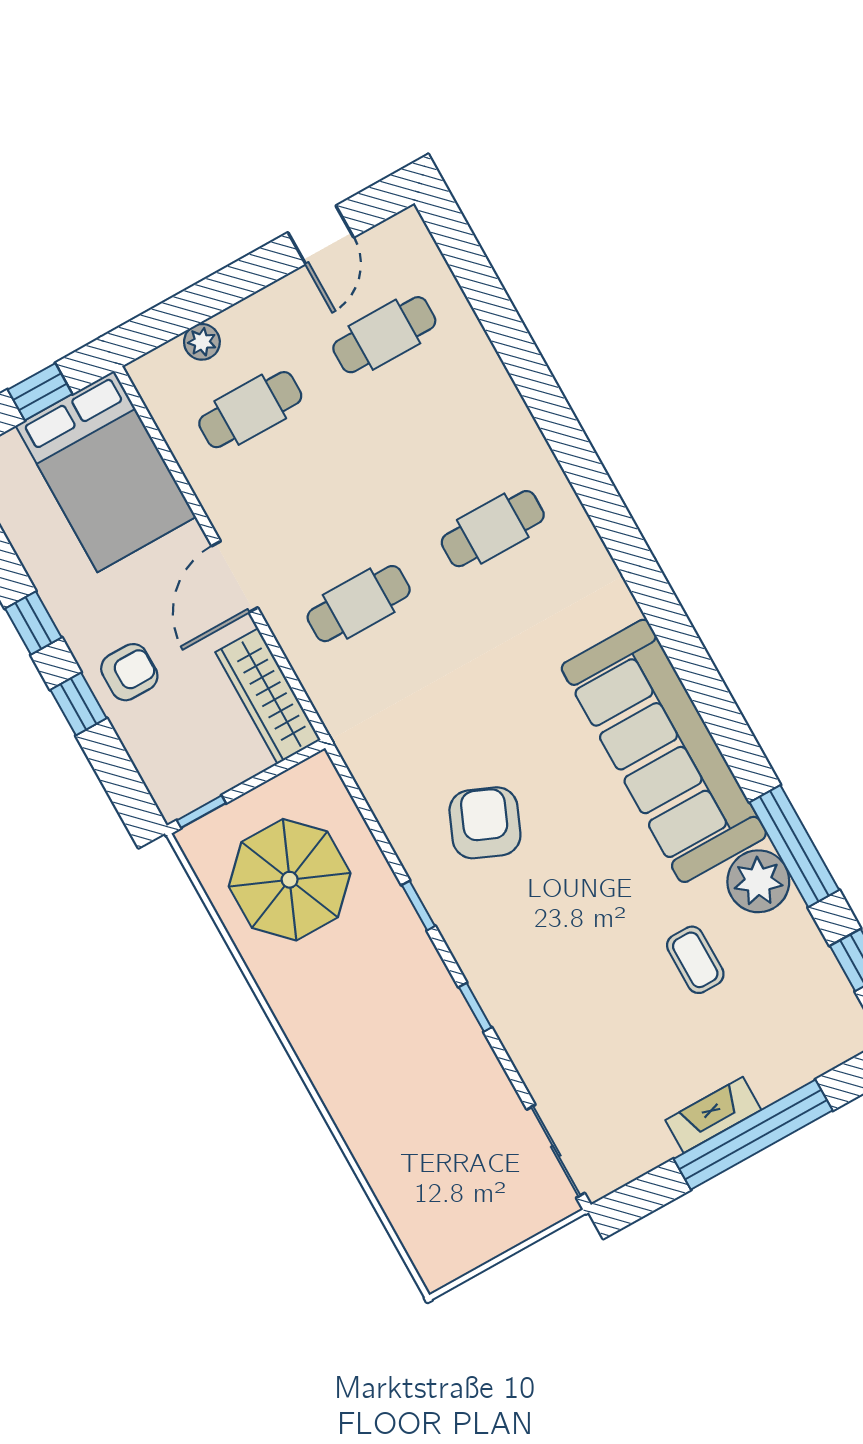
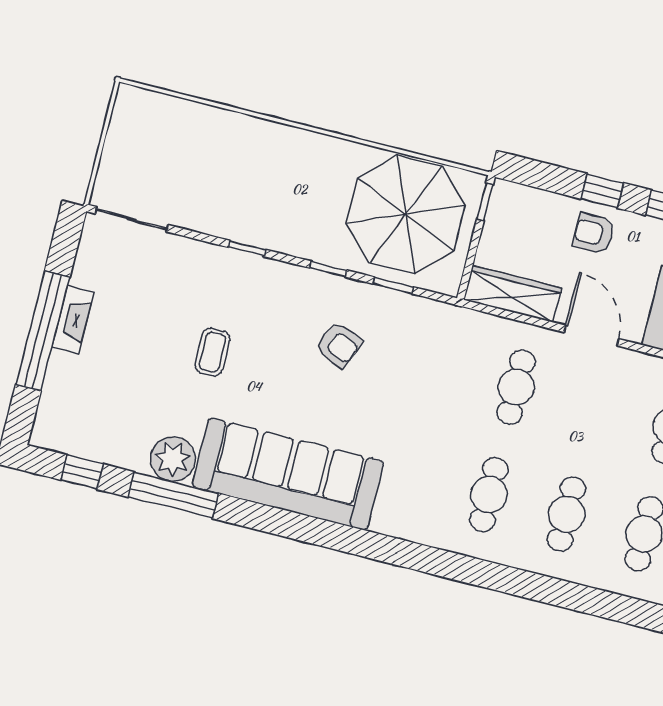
cafe table: (439, 432) -> (567, 514), added
armchair: (129, 672) -> (594, 233), turned 90
armchair: (485, 823) -> (339, 345), width x0.72, depth x0.72
window: (373, 824) -> (393, 285), added
parasol: (290, 880) -> (406, 214), width x1.36, depth x1.36
coffee table: (695, 960) -> (212, 352), moved, turned 90

